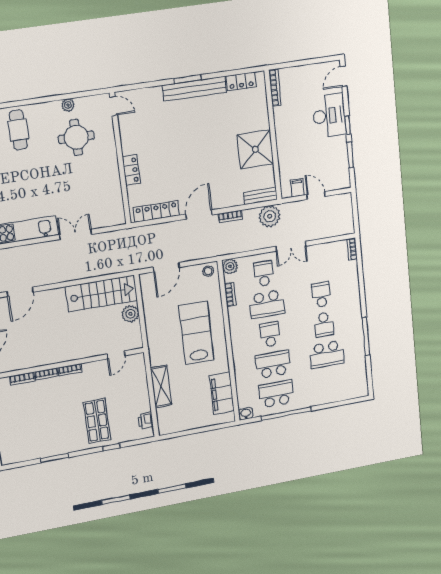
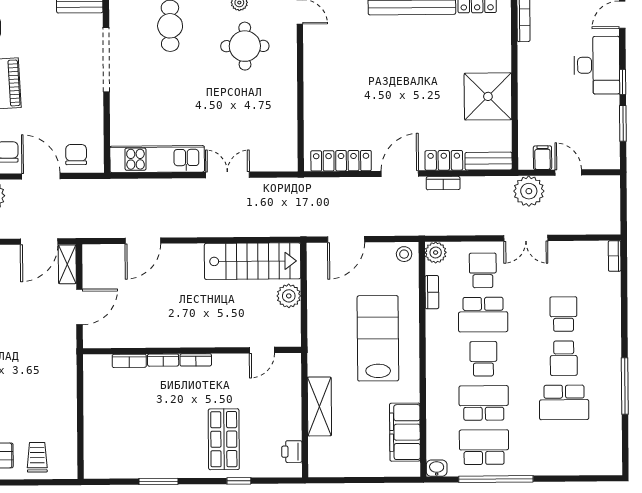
locker: (131, 170) -> (444, 160), moved, turned -90
plant: (270, 216) -> (529, 191), moved

